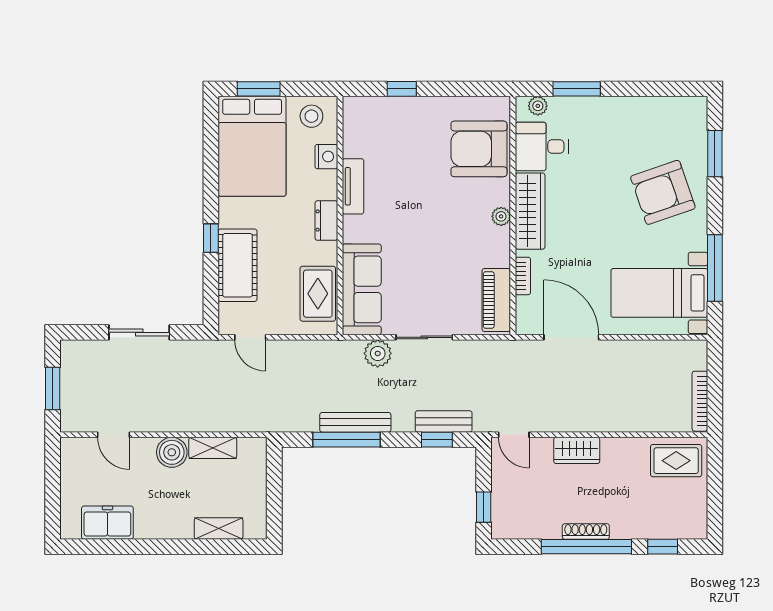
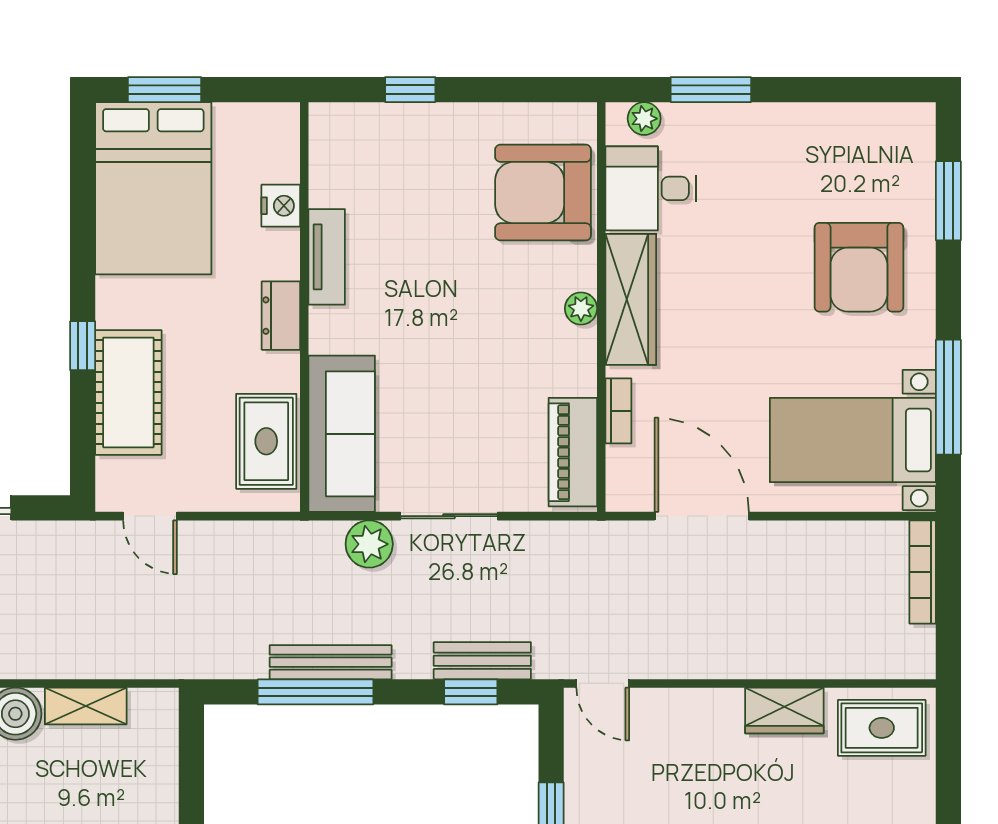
stool: (311, 116) -> (255, 136), removed
armchair: (663, 192) -> (859, 267), turned -71
bookcase: (700, 401) -> (923, 572), moved
wardrobe: (577, 450) -> (784, 710), moved

